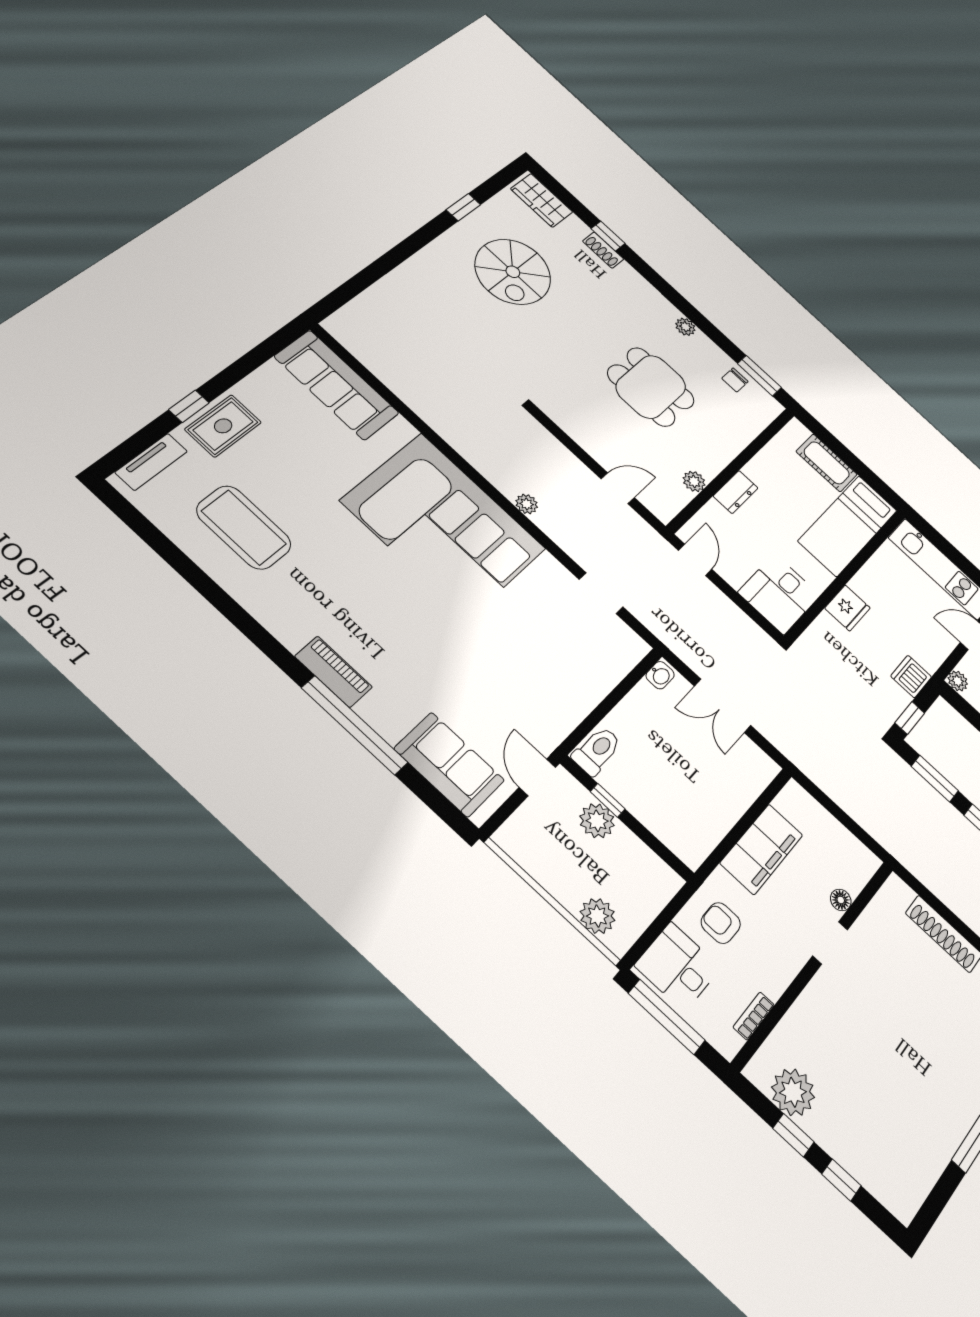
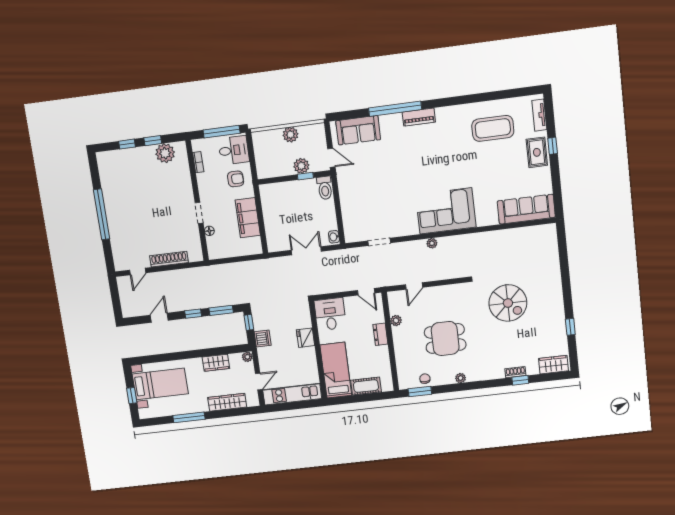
spiral stairs: (513, 272) -> (508, 303), moved, turned 180
corner sofa: (444, 525) -> (446, 211), width x0.73, depth x0.74
plant: (597, 916) -> (290, 135), moved

